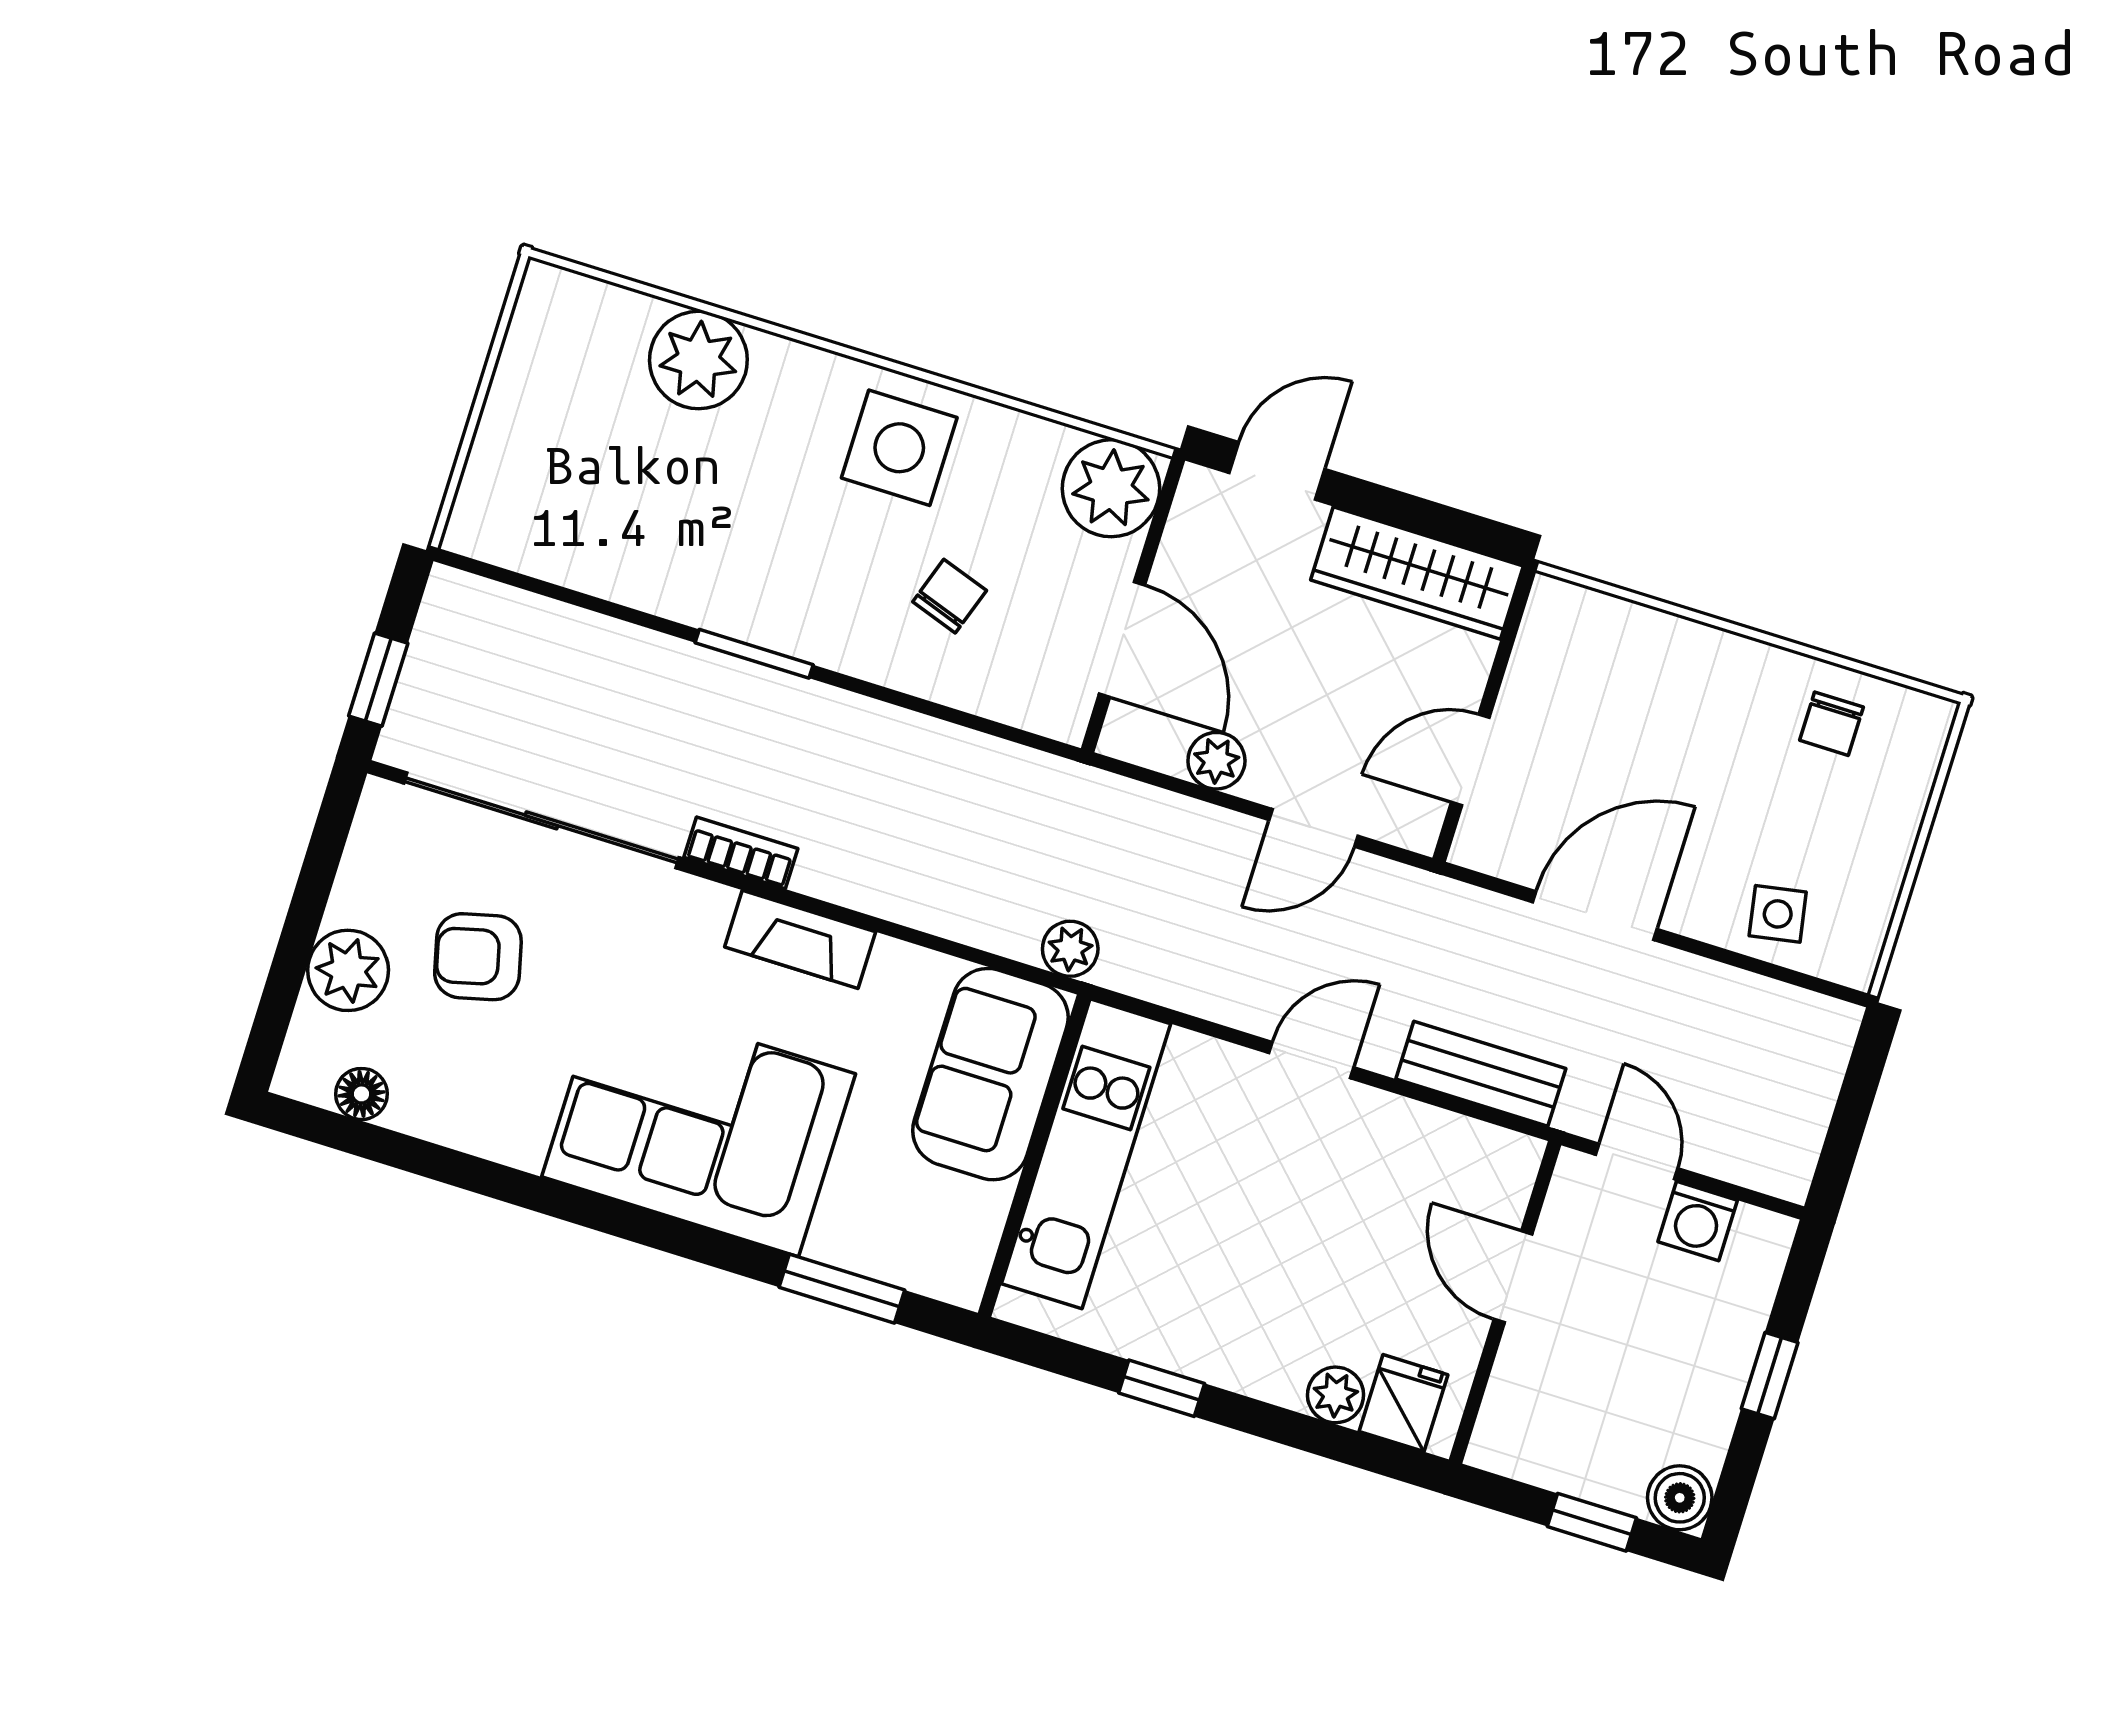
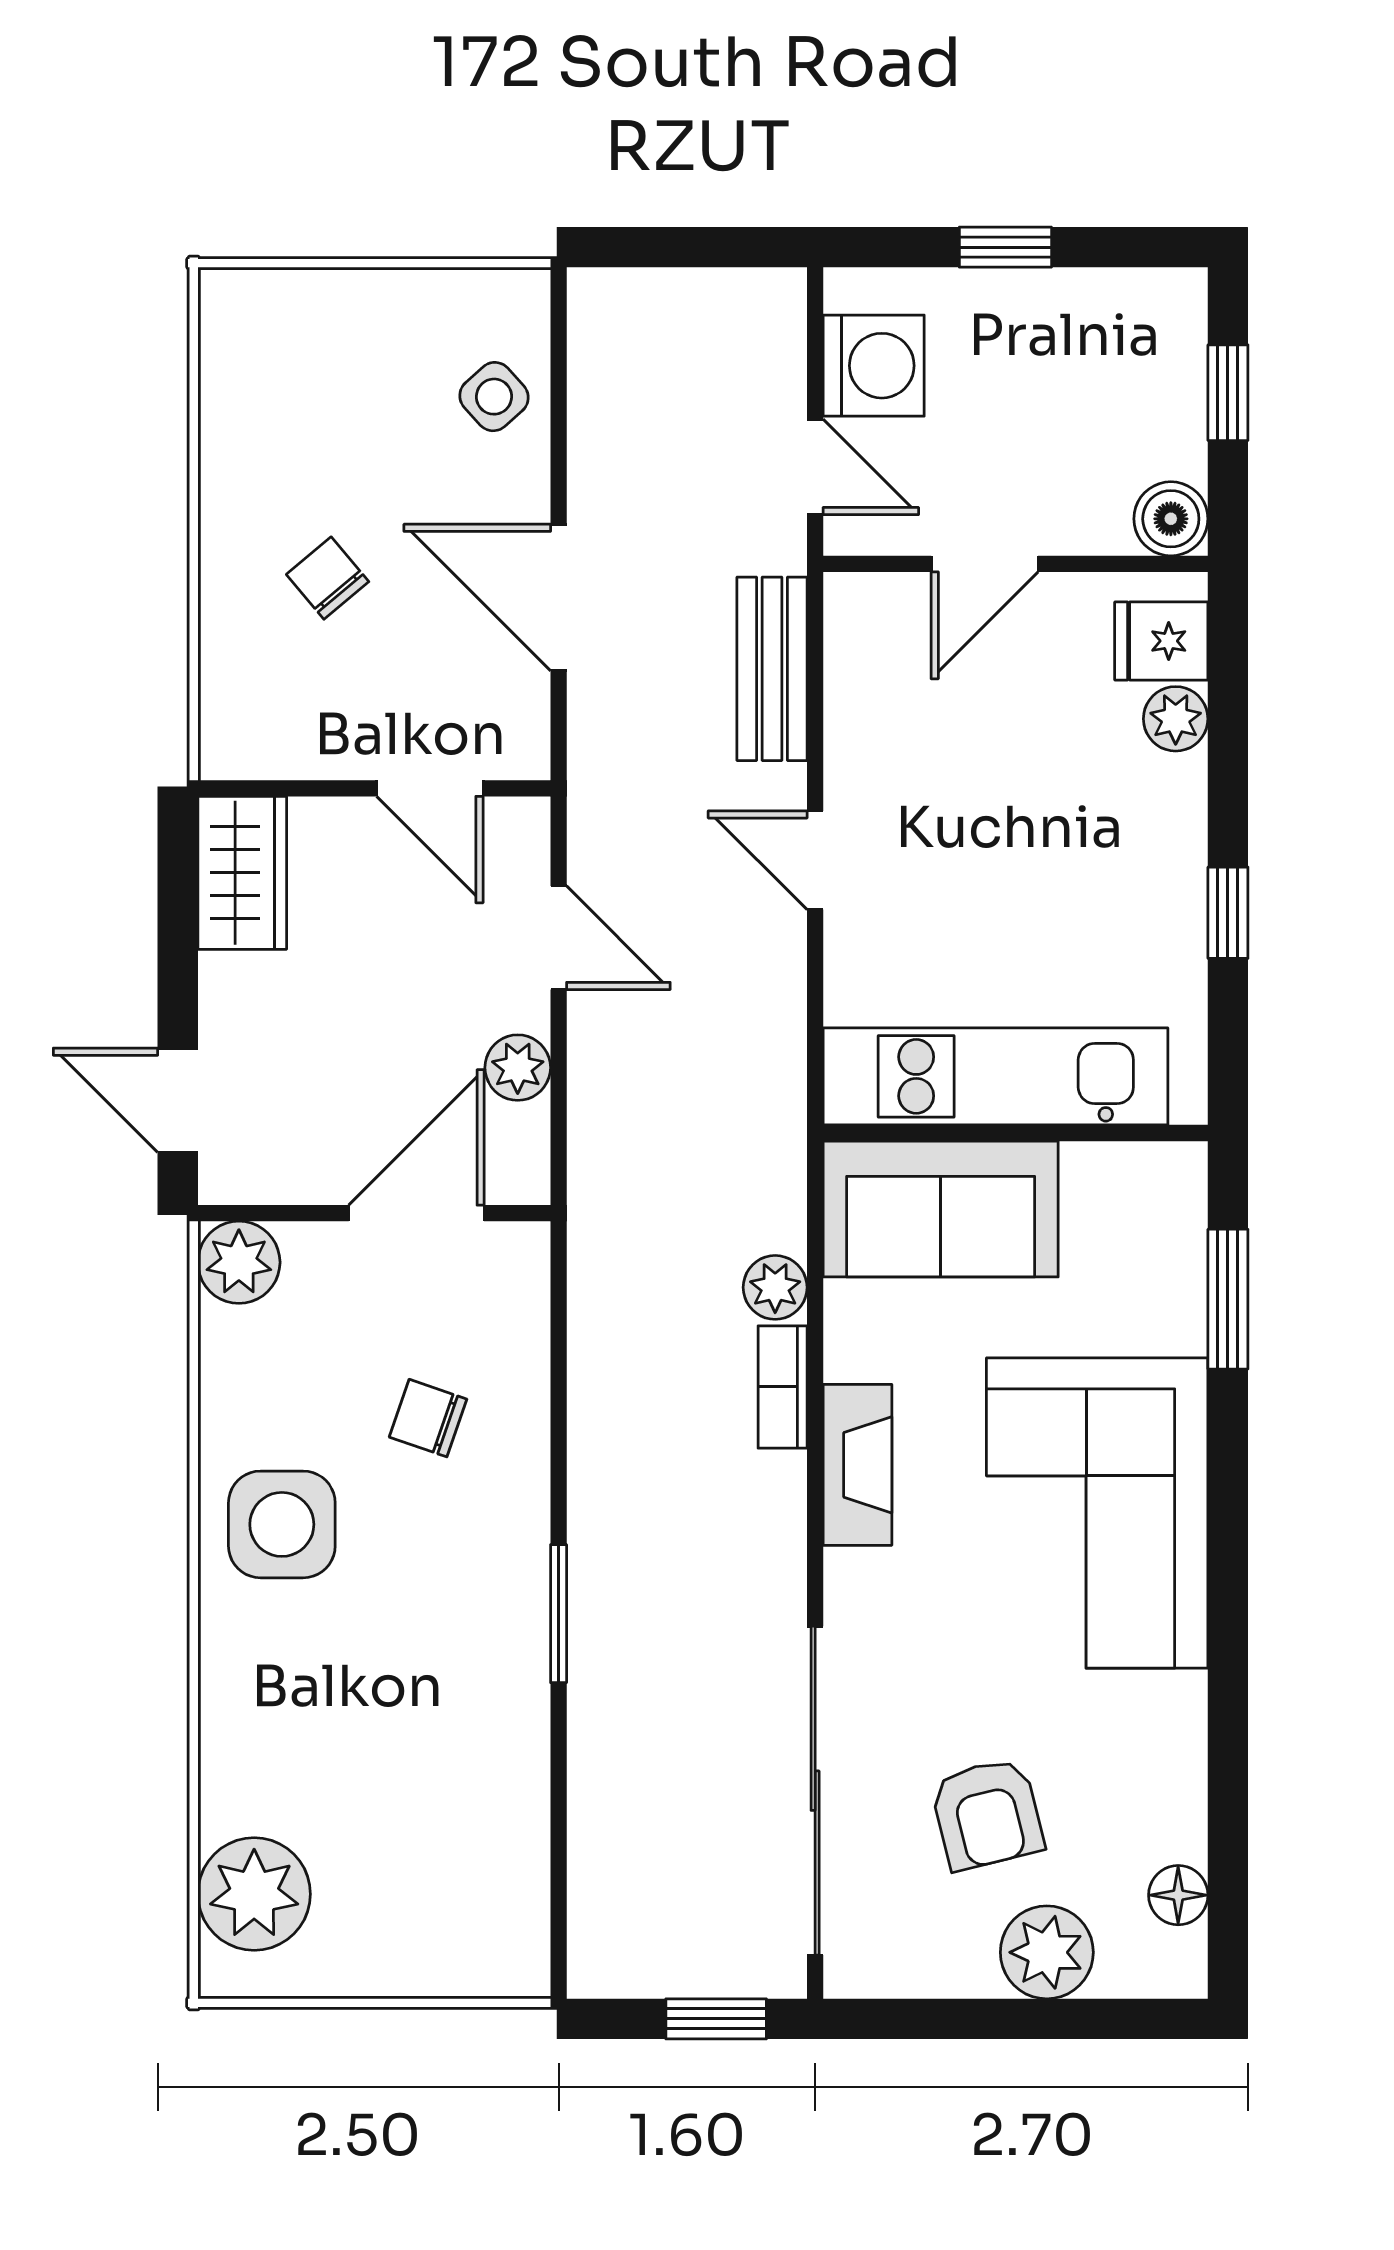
plant: (698, 360) -> (254, 1894), moved
plant: (1111, 488) -> (239, 1262), width x0.73, depth x0.73
wardrobe: (1417, 573) -> (242, 873), width x0.67
chair: (1831, 724) -> (328, 578), moved, turned -130
bookcase: (741, 853) -> (783, 1387), moved
side table: (1778, 914) -> (494, 397), turned -32
plant: (1070, 949) -> (775, 1287), moved
door: (1637, 1161) -> (815, 467), swing flipped
washing machine: (1698, 1221) -> (874, 366), width x1.38, depth x1.38
boiler: (1680, 1498) -> (1171, 519), moved

